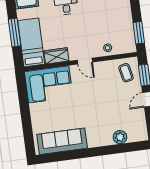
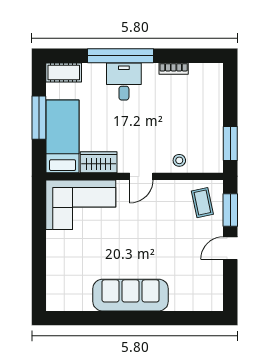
door: (85, 61) -> (141, 176), hinge flipped
plant: (120, 137) -> (180, 301), removed
sofa: (62, 141) -> (131, 295), moved

